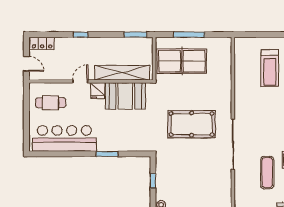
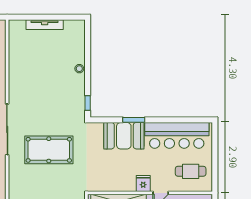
booth: (125, 96) -> (124, 136), moved
window: (153, 181) -> (88, 103), moved

